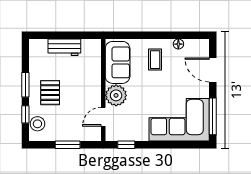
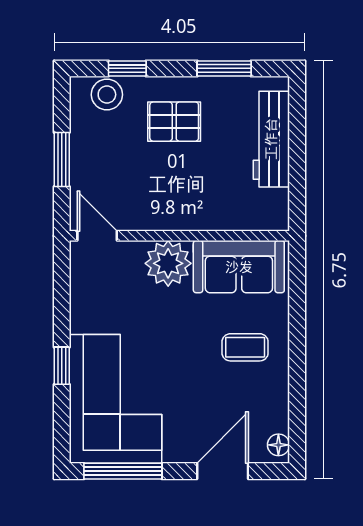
floor lamp: (178, 44) -> (278, 445), moved
workbench: (64, 47) -> (271, 139), width x1.38
window: (25, 85) -> (224, 68), moved
door: (103, 117) -> (97, 236), moved
window: (126, 145) -> (62, 366), moved

